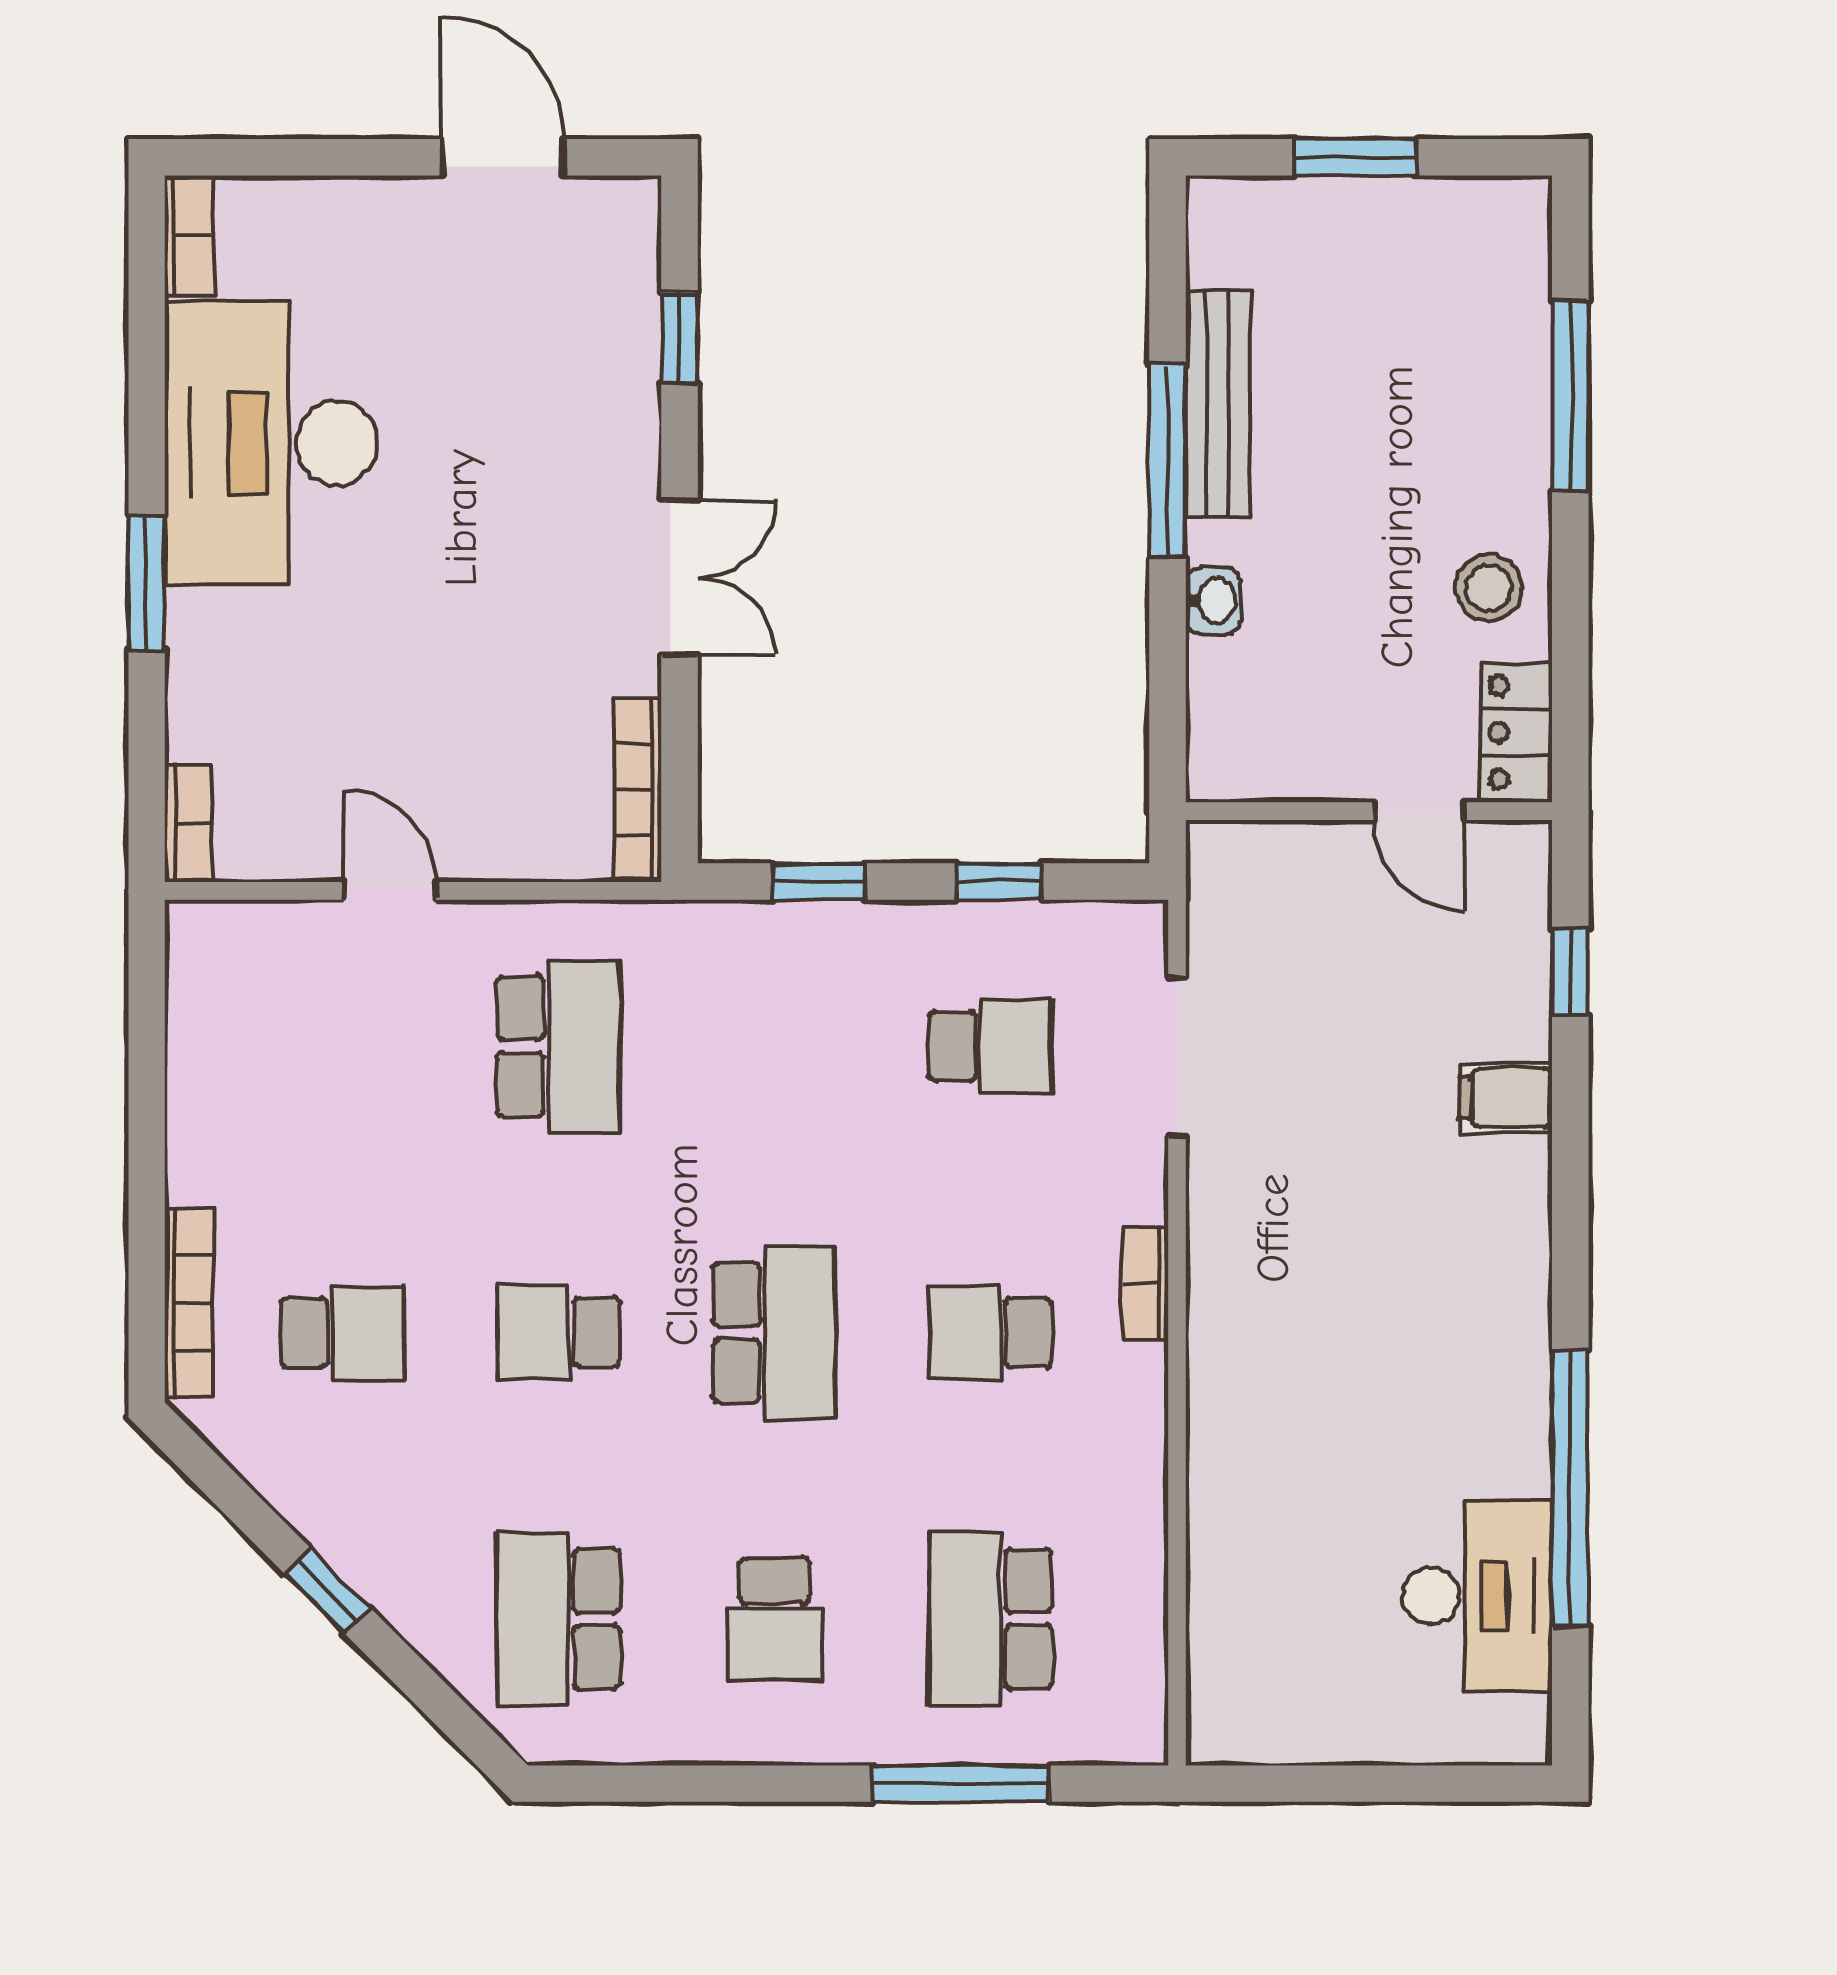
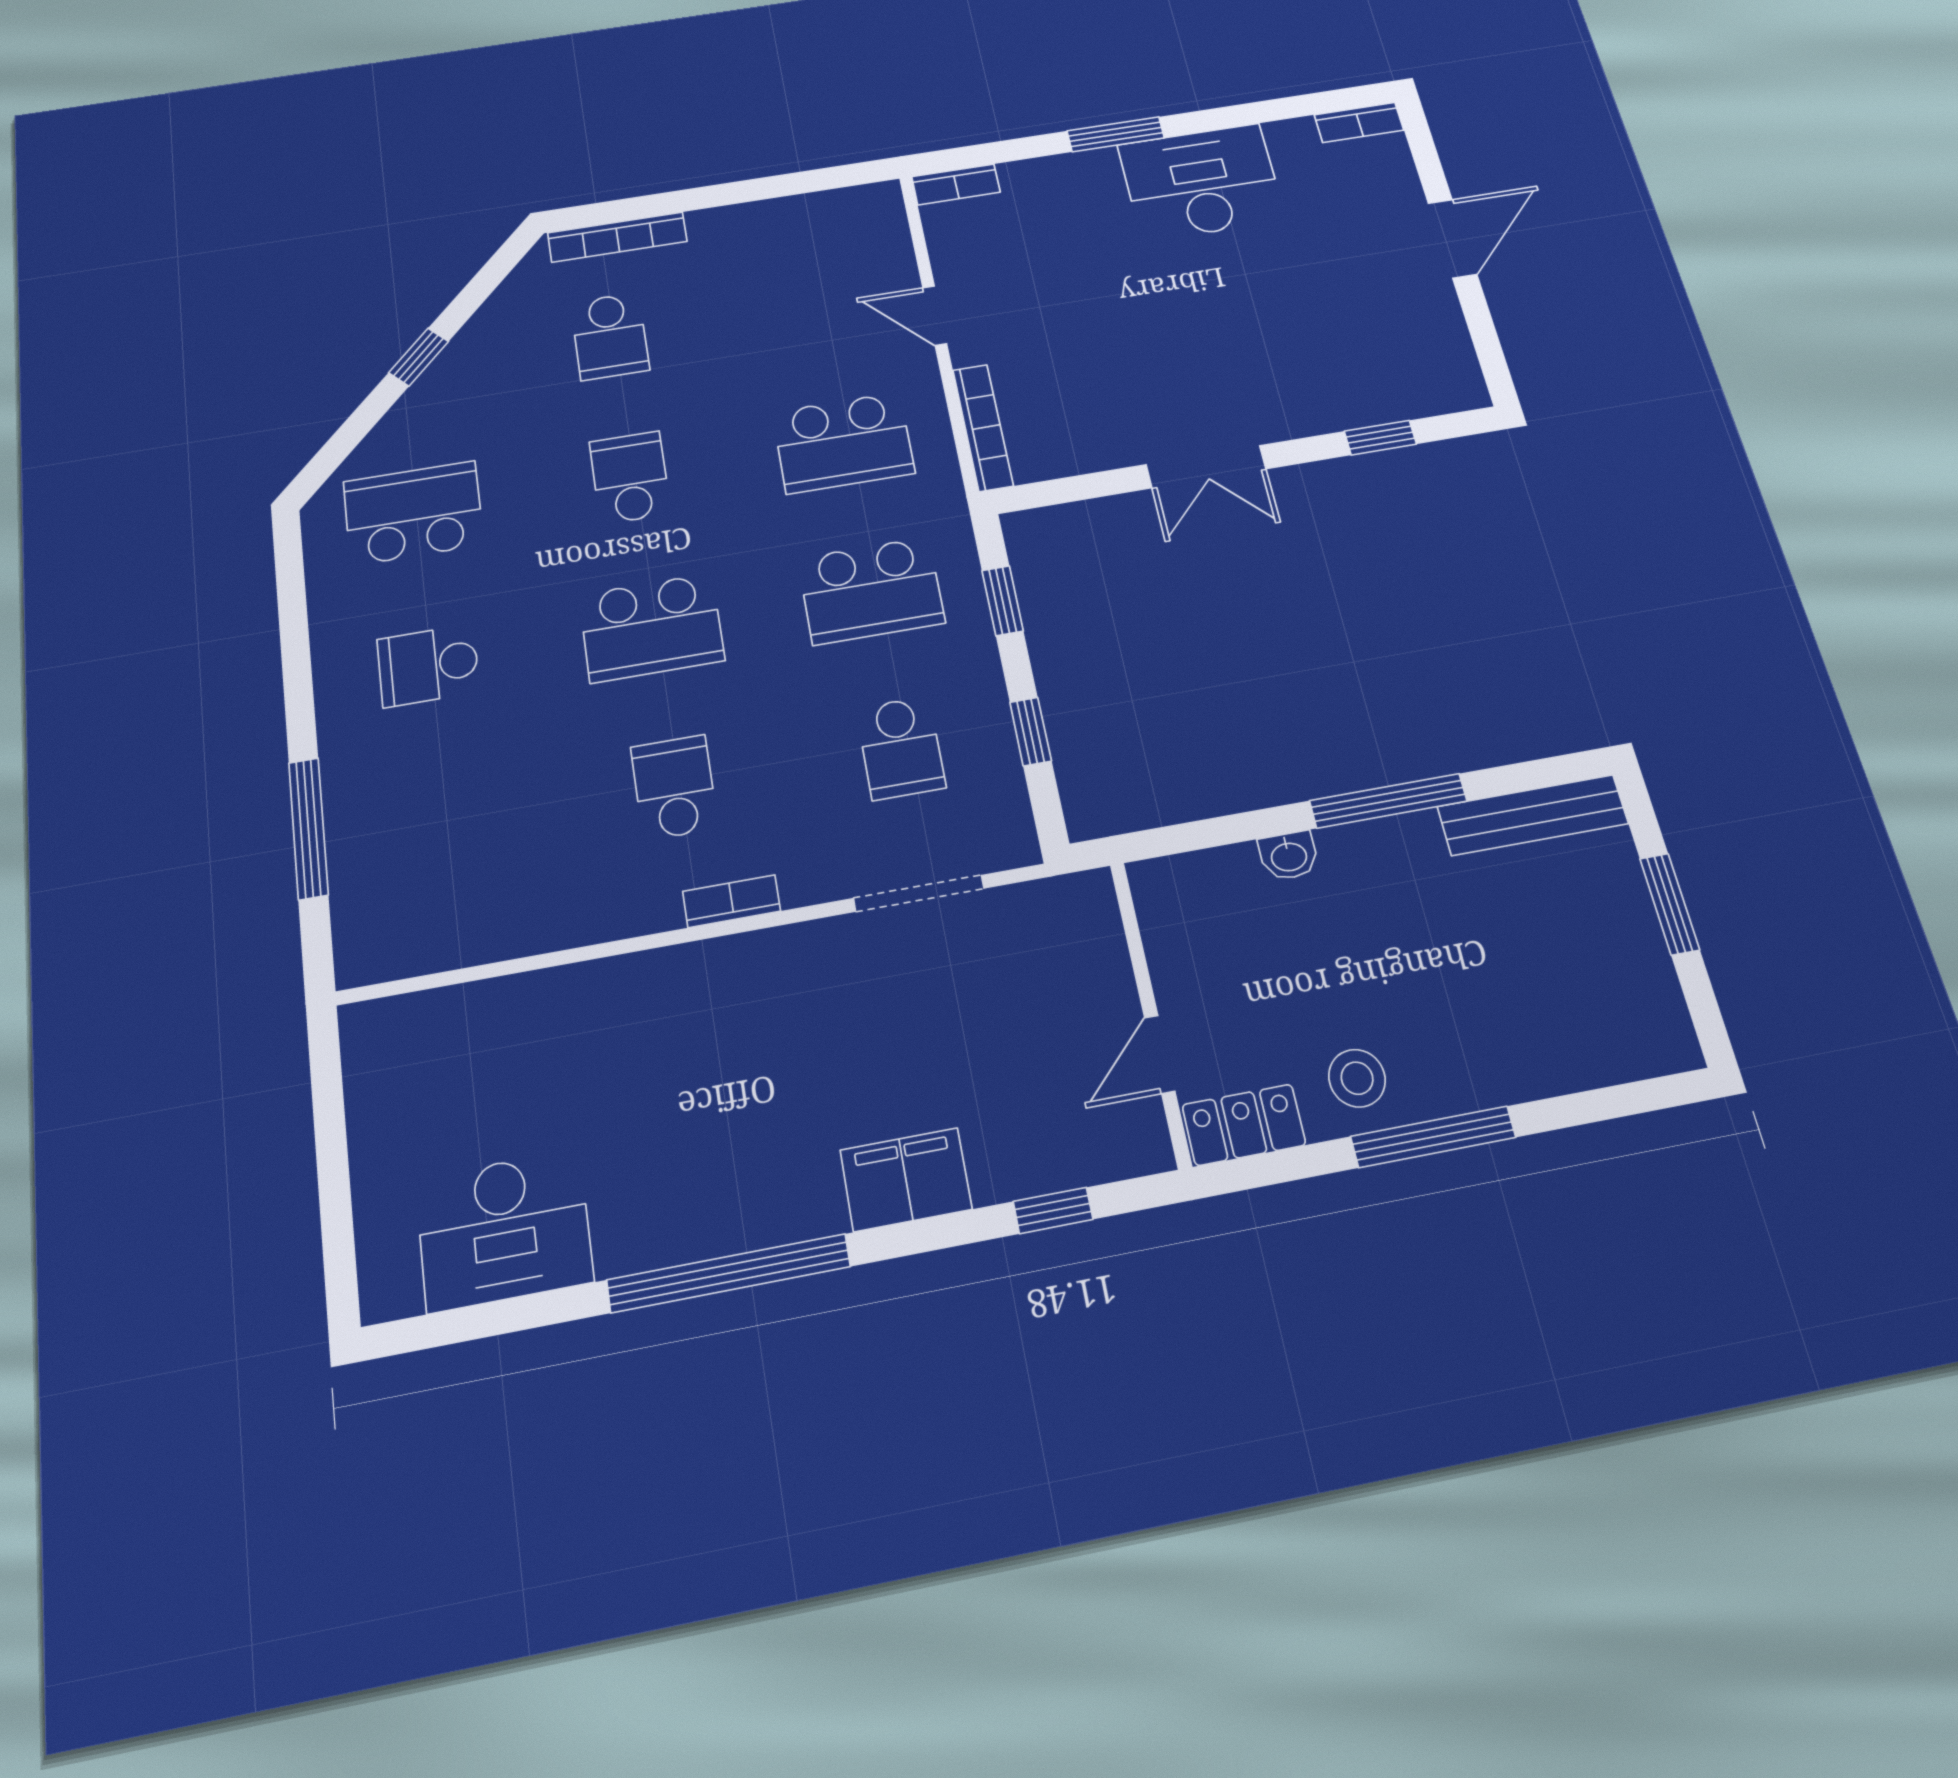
door: (503, 157) -> (1452, 239), moved
window: (1570, 396) -> (1433, 1137), moved
bench: (1218, 404) -> (1533, 815), moved
desk: (271, 443) -> (1201, 182), width x0.73, depth x0.77
bookcase: (638, 790) -> (983, 428), moved, turned 90
door: (390, 891) -> (935, 316), swing flipped
filing cabinet: (1506, 1098) -> (906, 1180), width x2.00
window: (1570, 1488) -> (729, 1273), moved
school desk: (991, 1619) -> (871, 591), moved, turned 180

